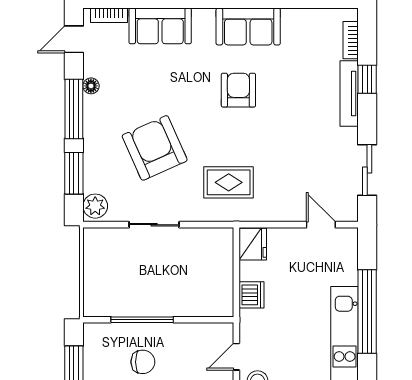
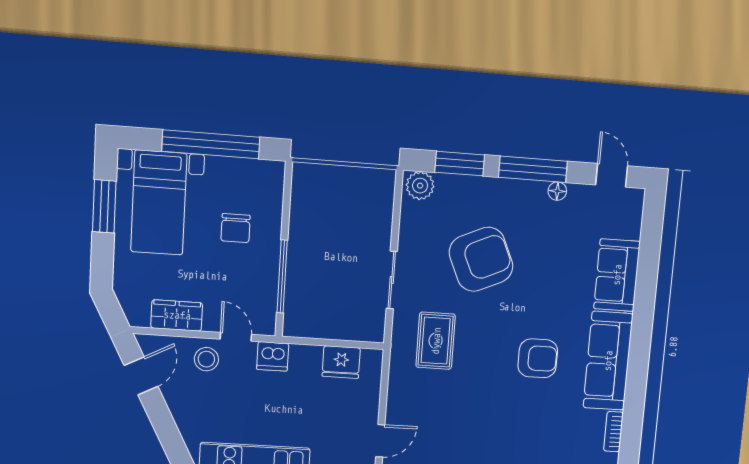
bookcase: (109, 15) -> (613, 432), moved
sofa: (248, 26) -> (608, 361), width x1.36
sliding door: (154, 225) -> (392, 280), moved
fridge: (253, 244) -> (341, 362), moved
dishwasher: (251, 295) -> (273, 356), moved
window: (142, 320) -> (282, 277), moved

